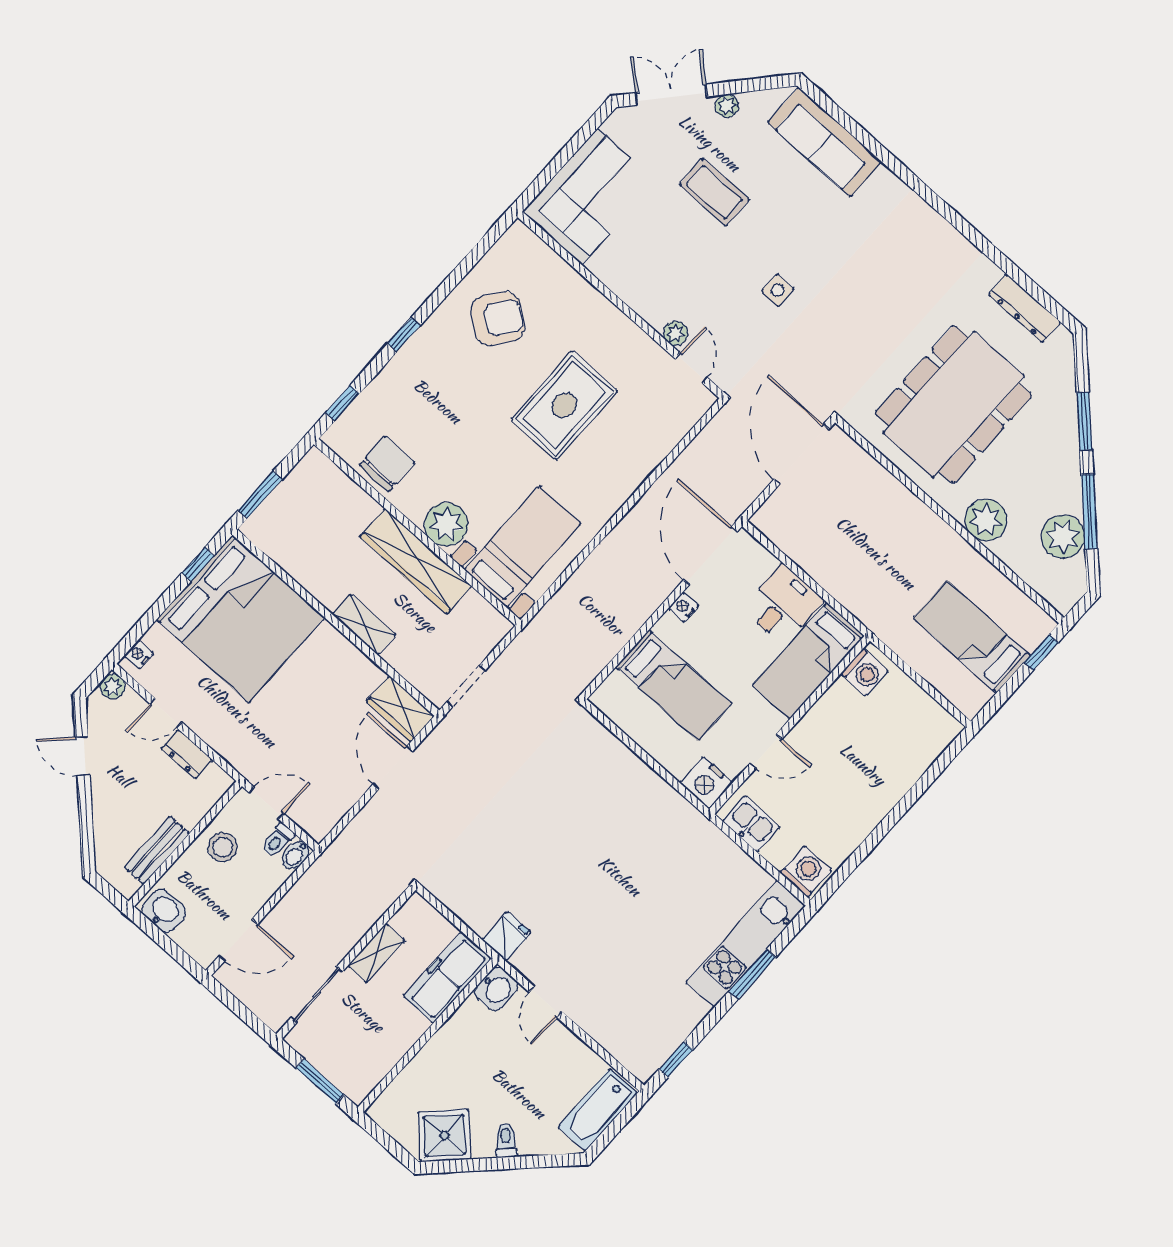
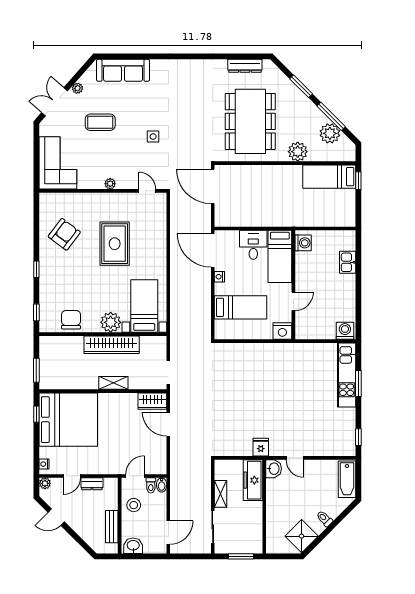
plant: (676, 333) -> (110, 184), moved
bed: (972, 637) -> (329, 177), moved
kitchen sink: (751, 824) -> (348, 262), moved, turned -90

